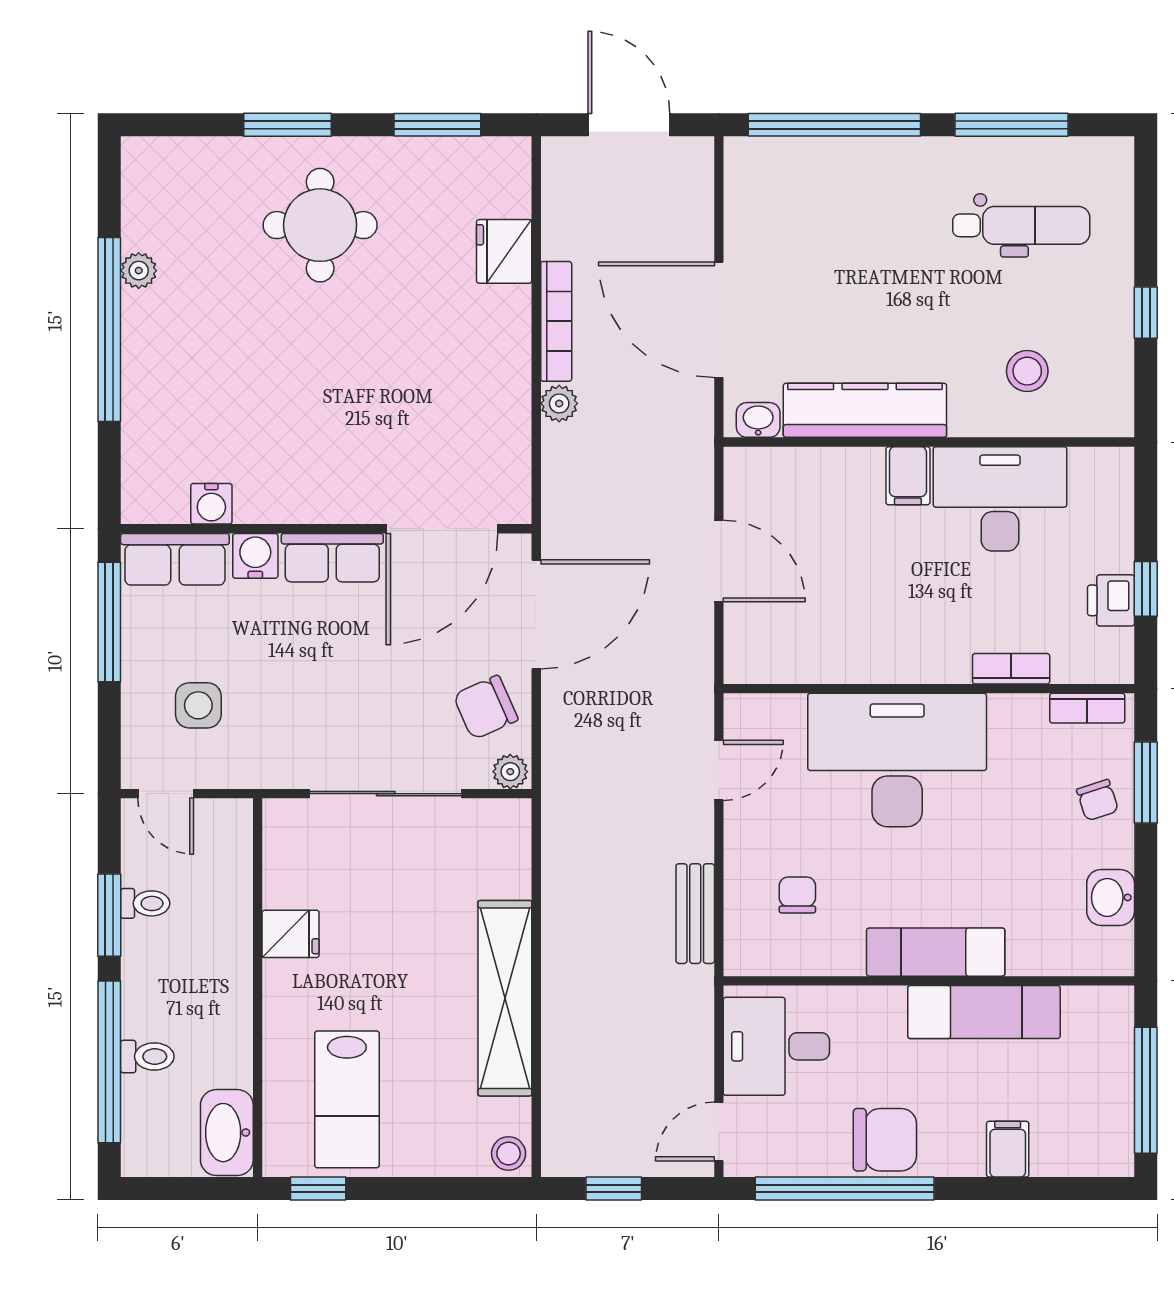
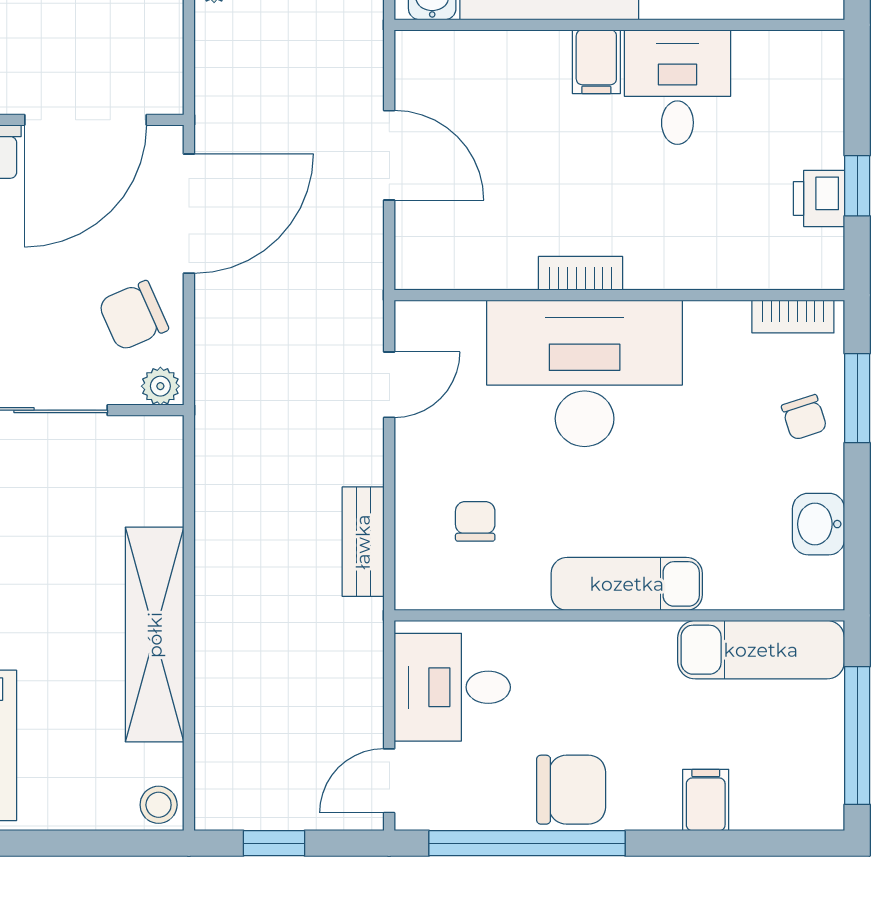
desk: (1000, 499) -> (677, 87), width x0.73
bookcase: (1011, 669) -> (581, 273), moved
exam couch: (984, 1012) -> (761, 650), moved

